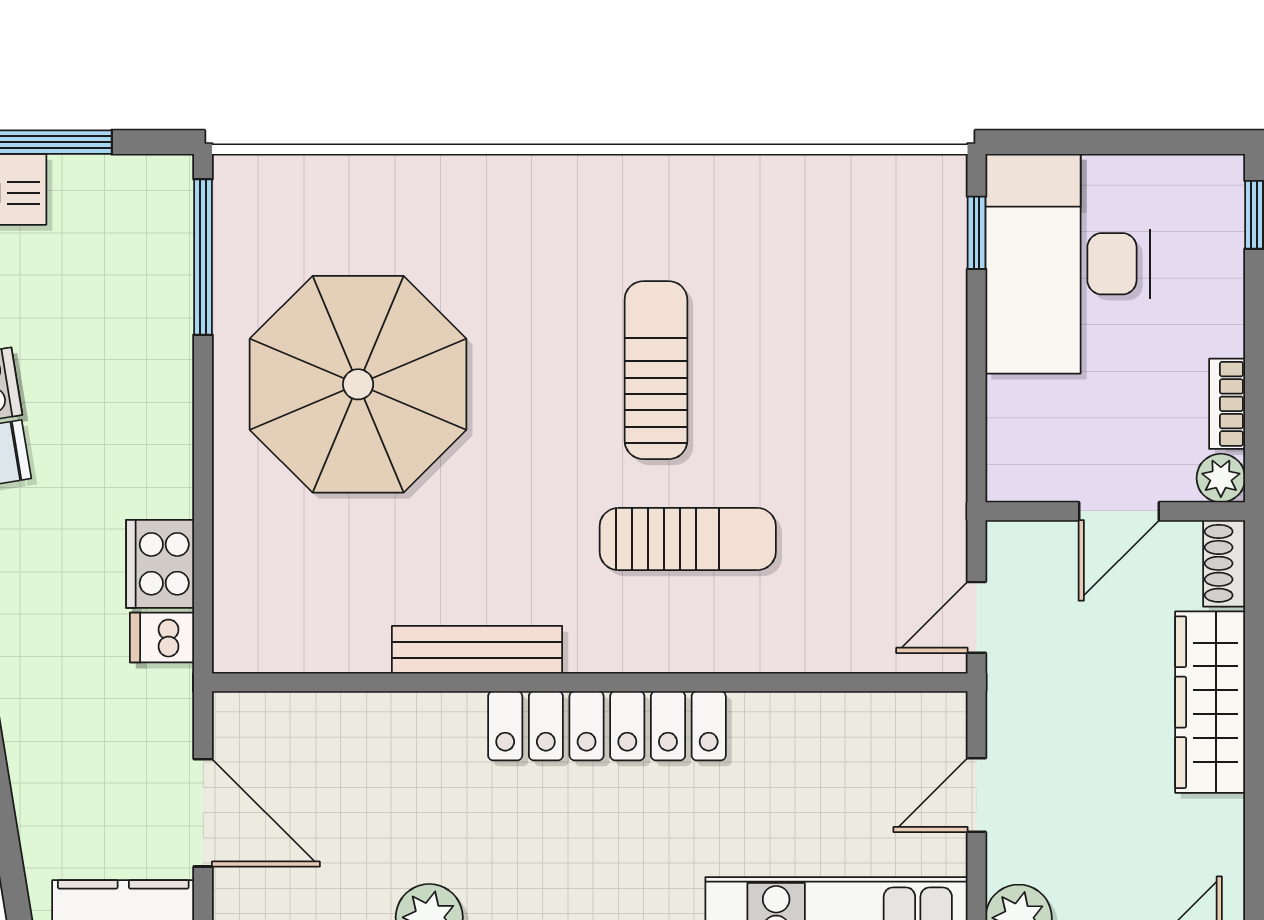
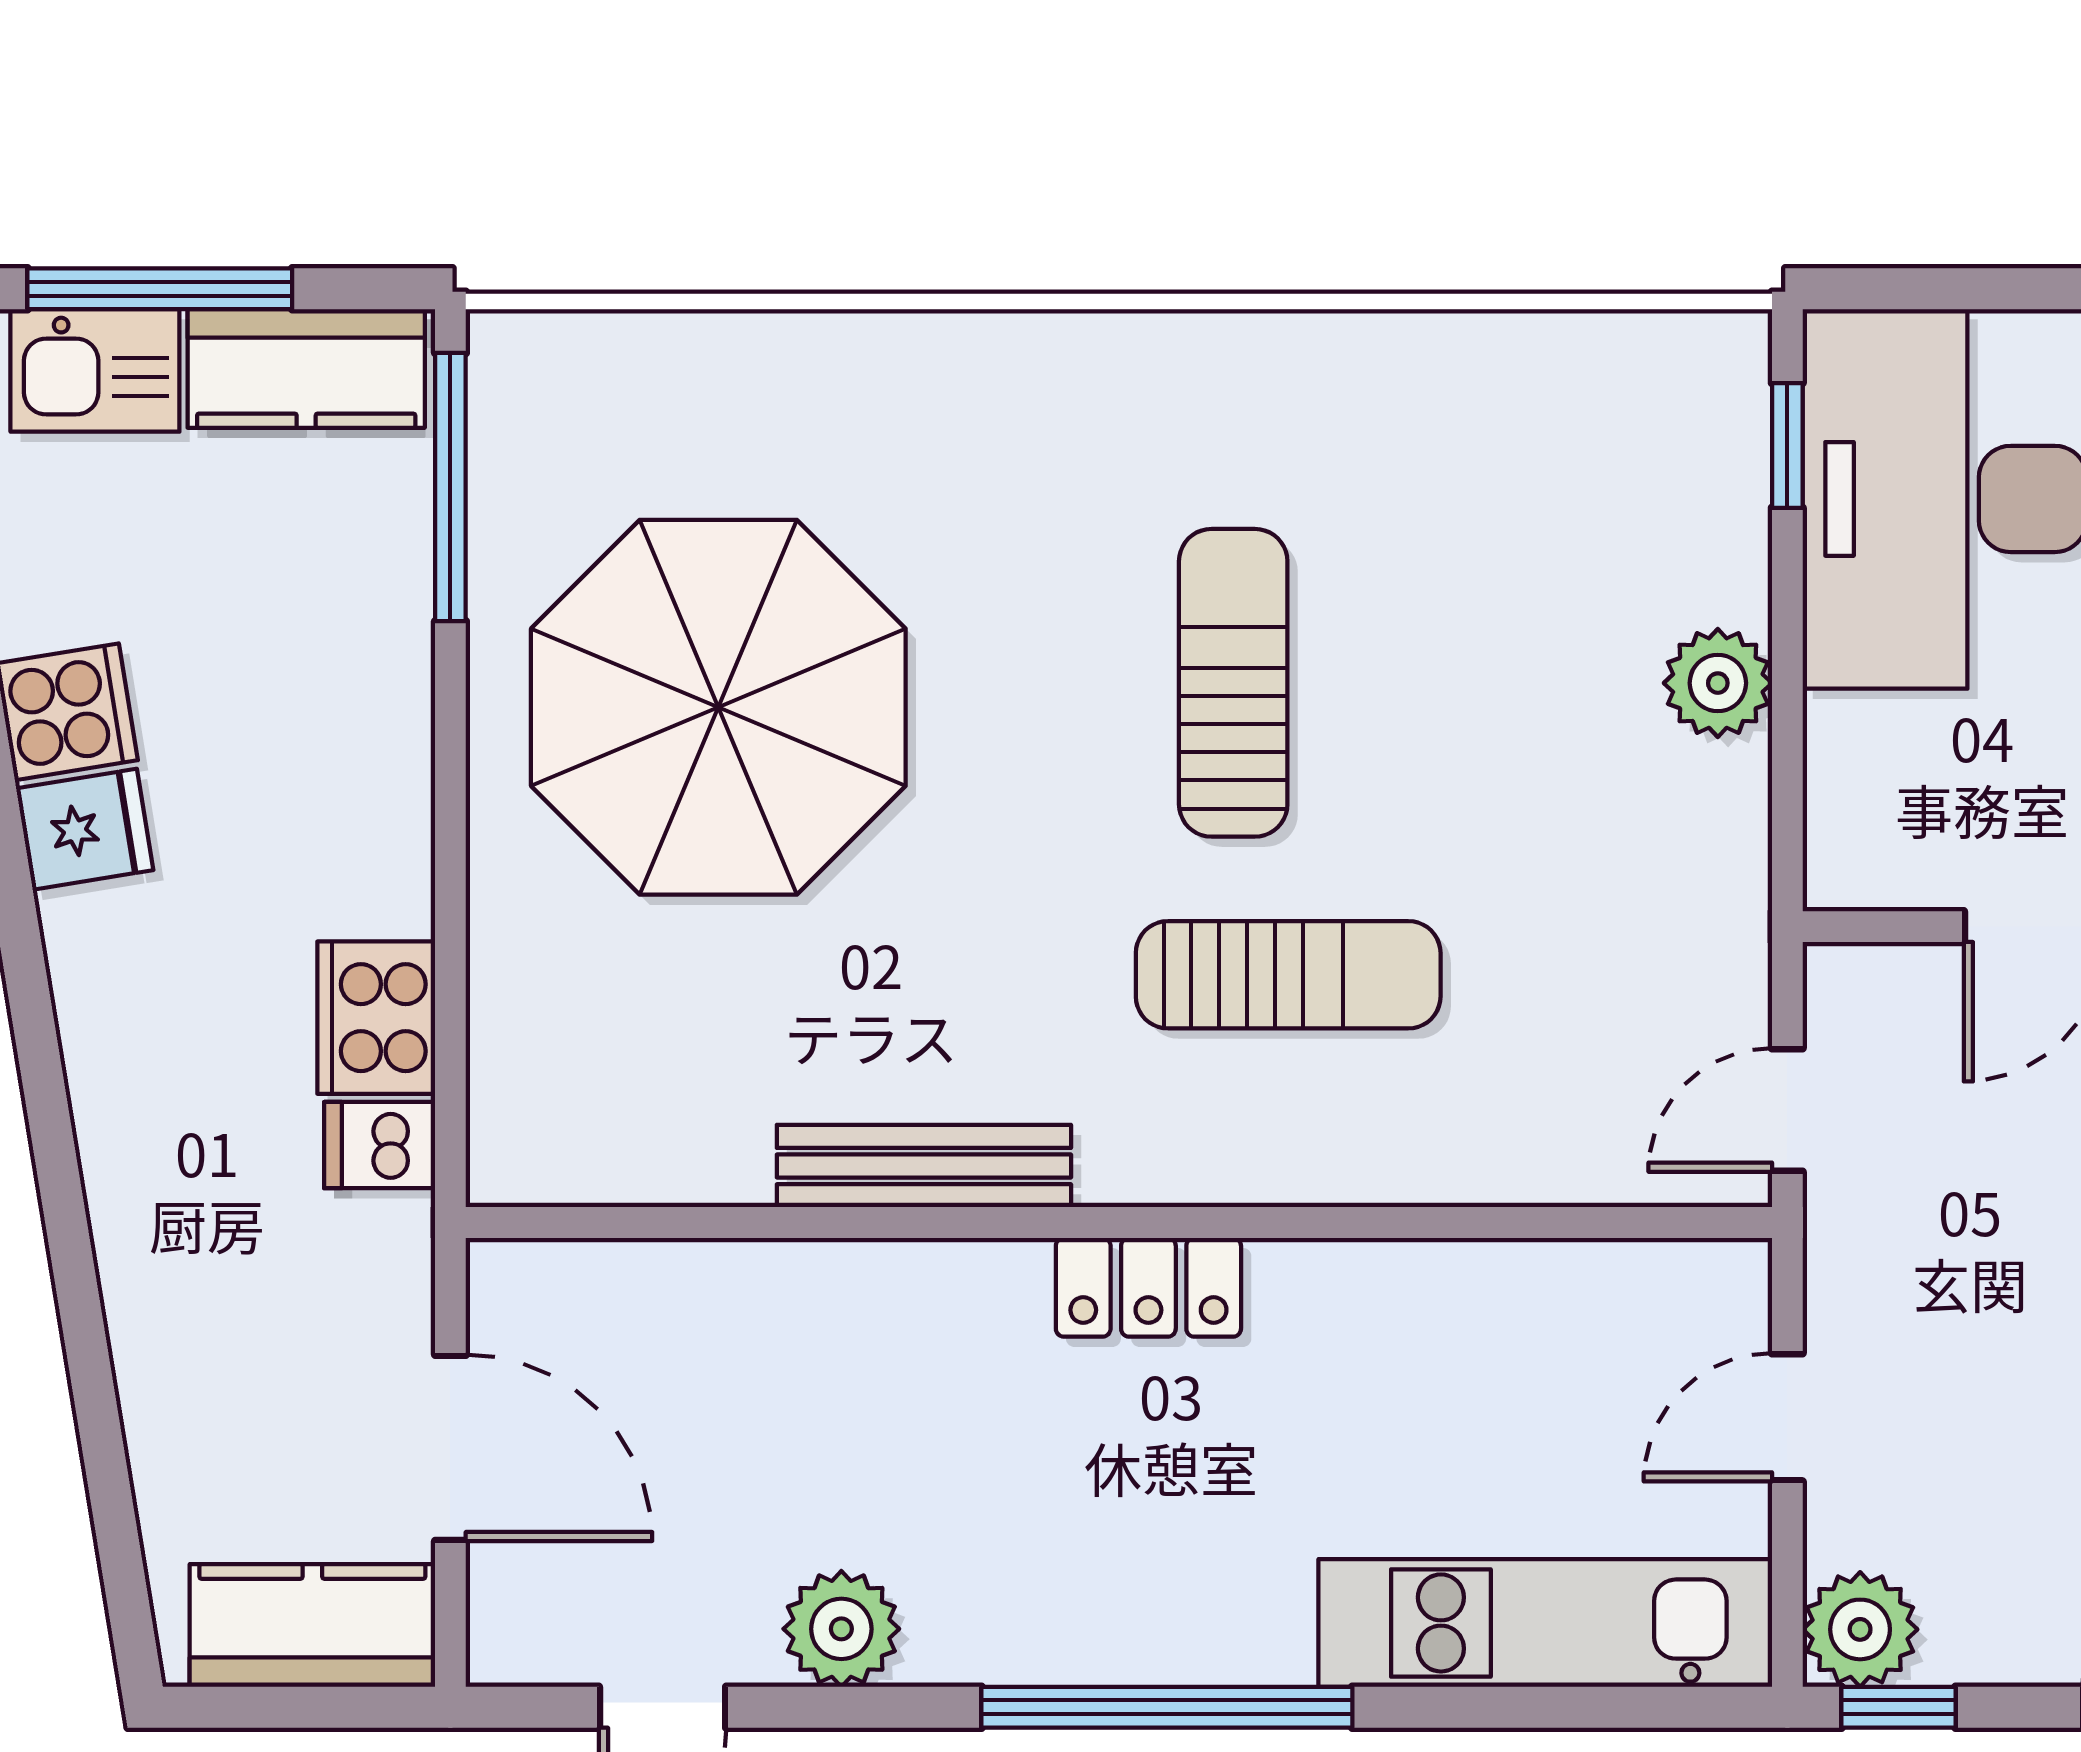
kitchen counter: (120, 188) -> (306, 368), added
plant: (936, 370) -> (1718, 683), added
locker: (607, 726) -> (1148, 1287), width x0.46, depth x0.83

